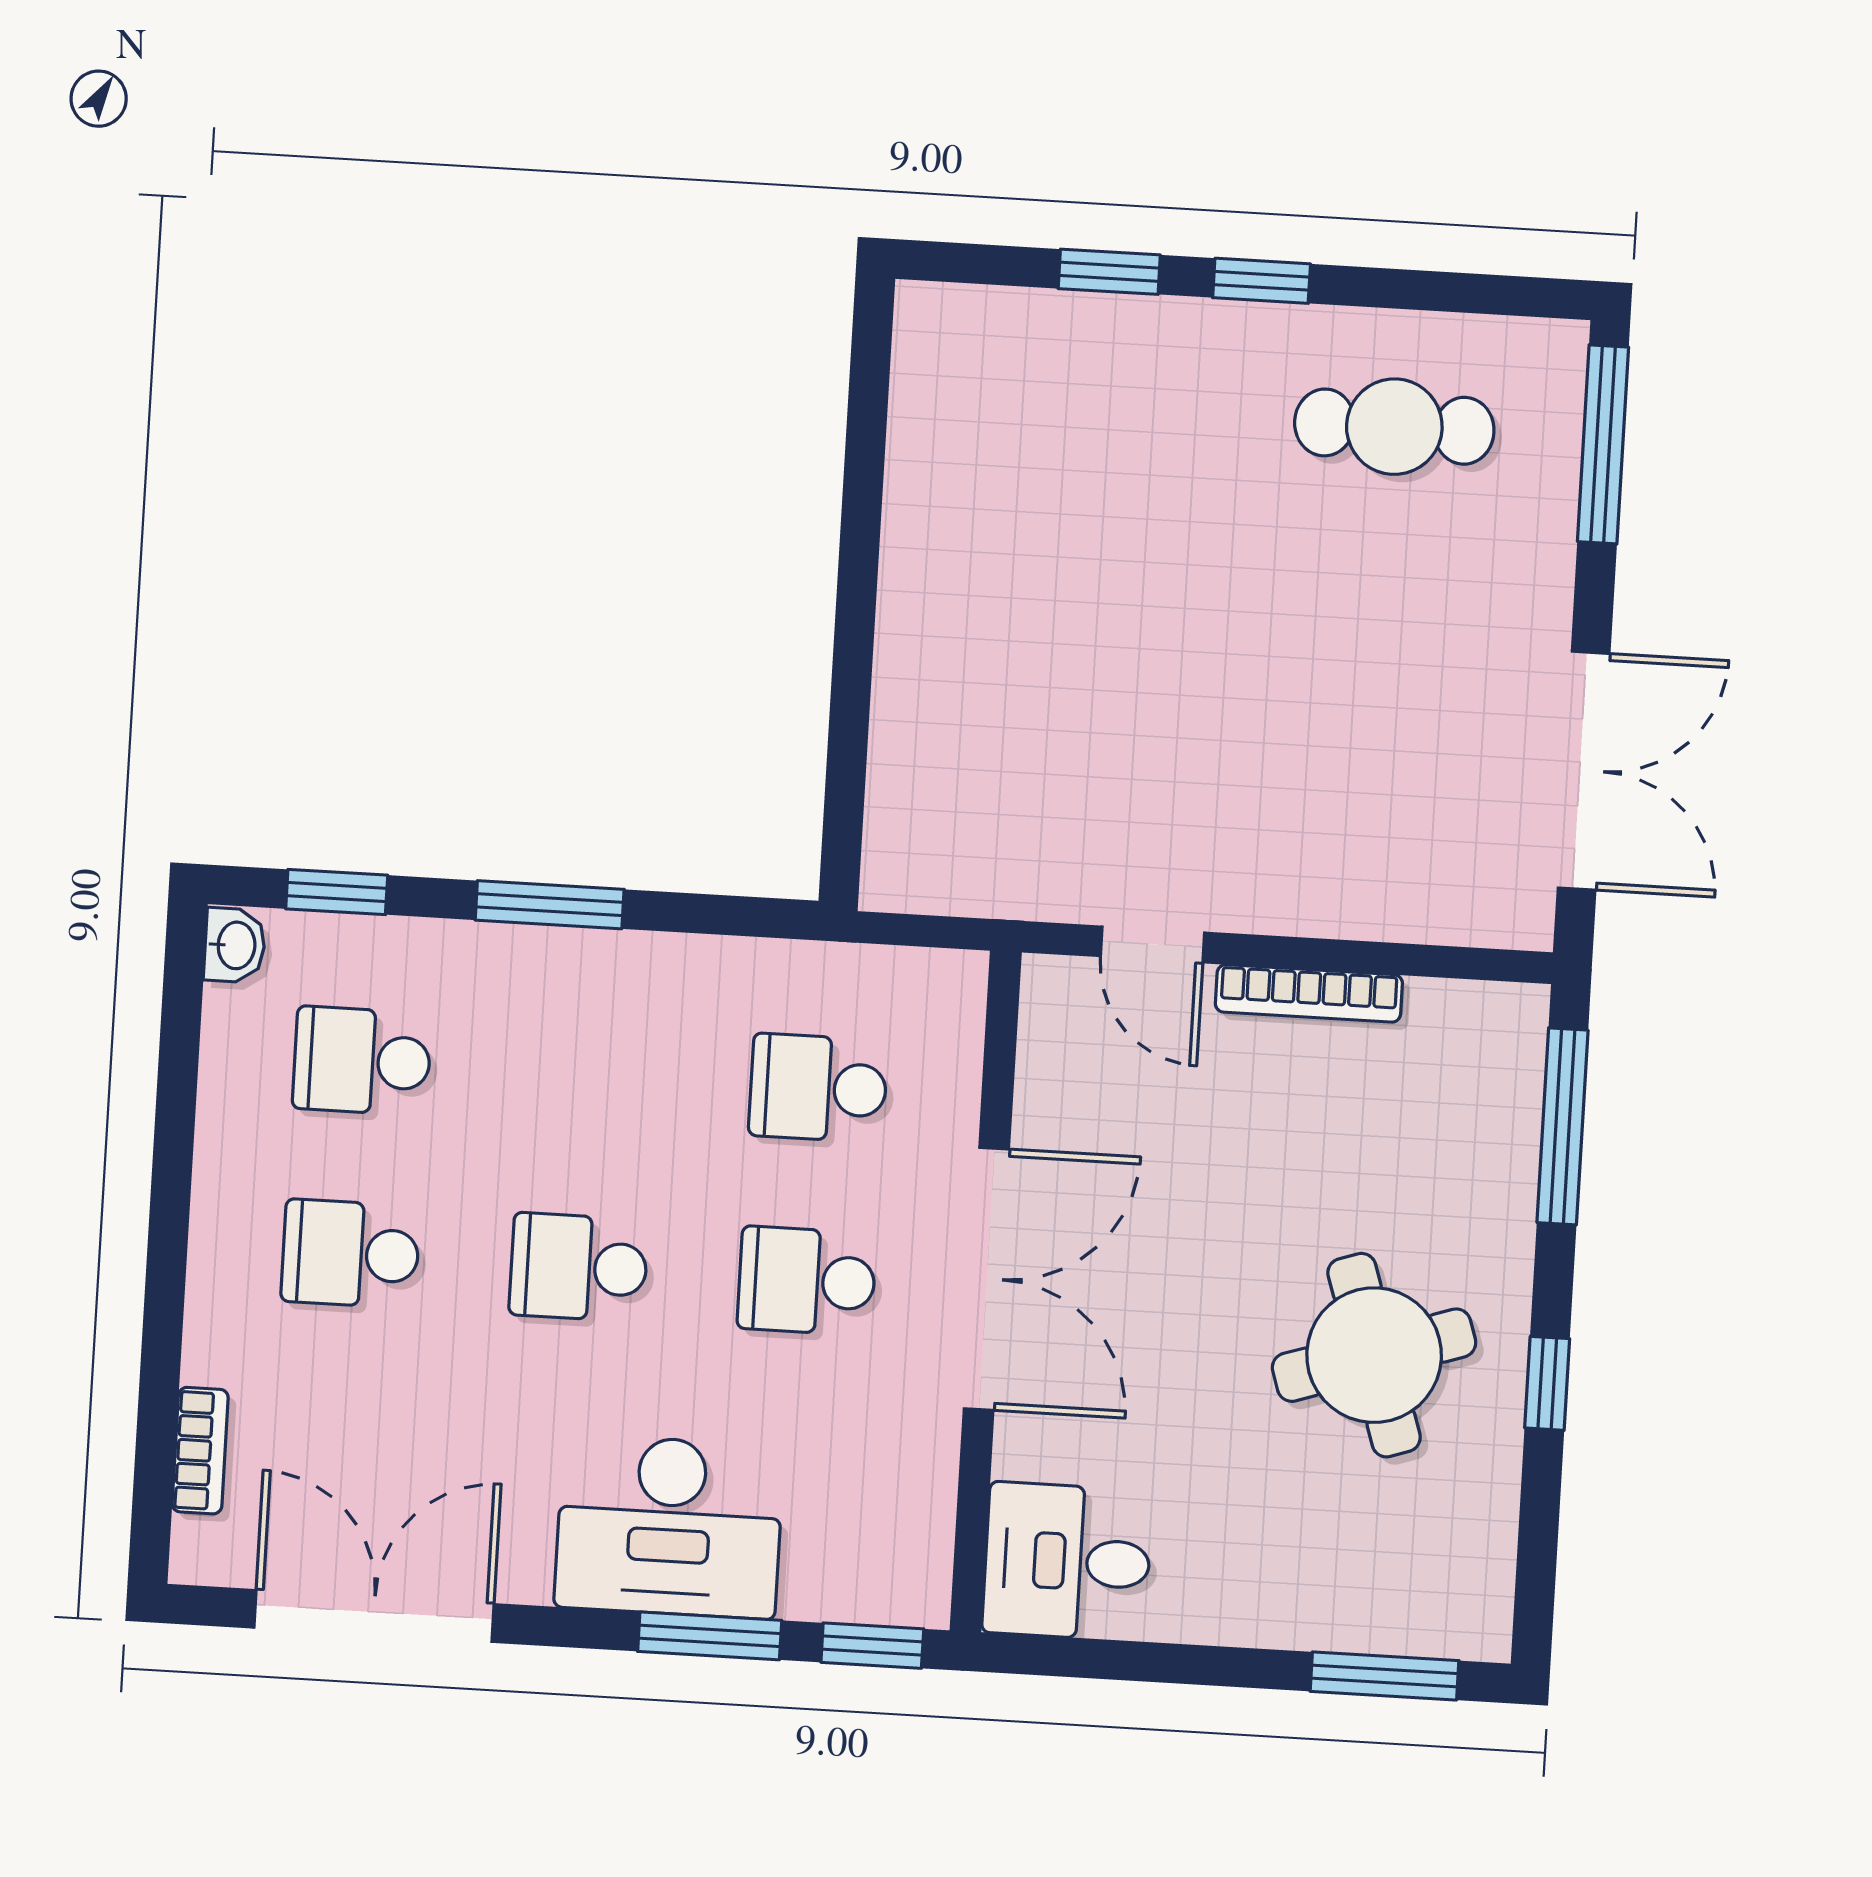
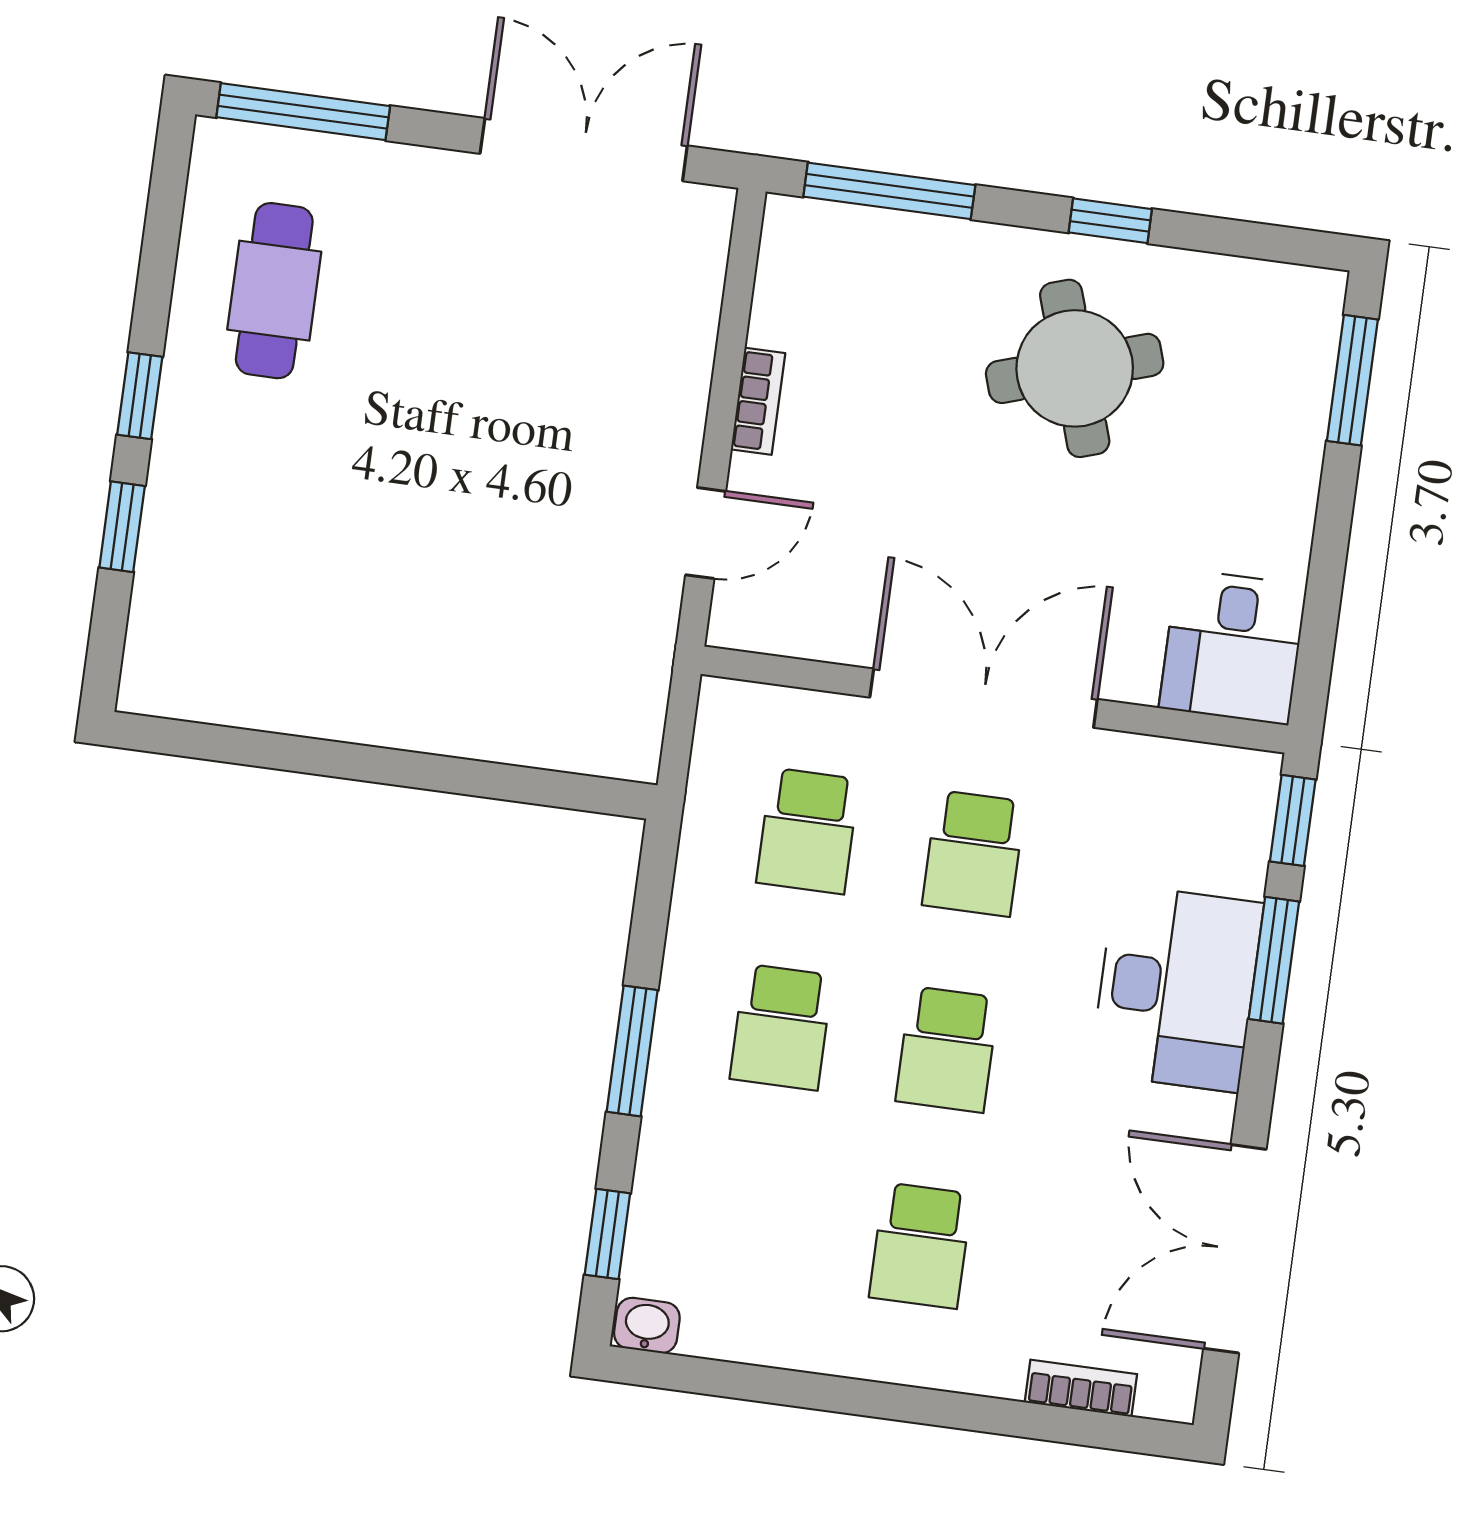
bookcase: (1309, 993) -> (758, 401), width x0.64
school desk: (362, 1061) -> (781, 1027), moved

